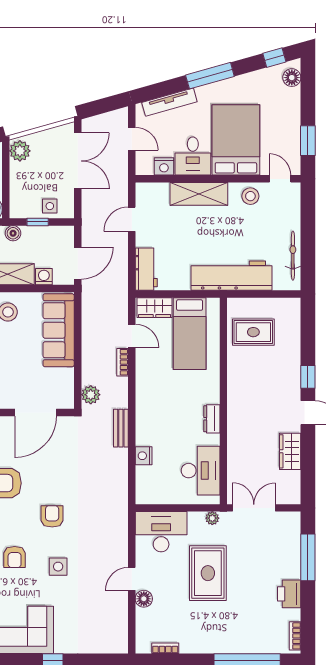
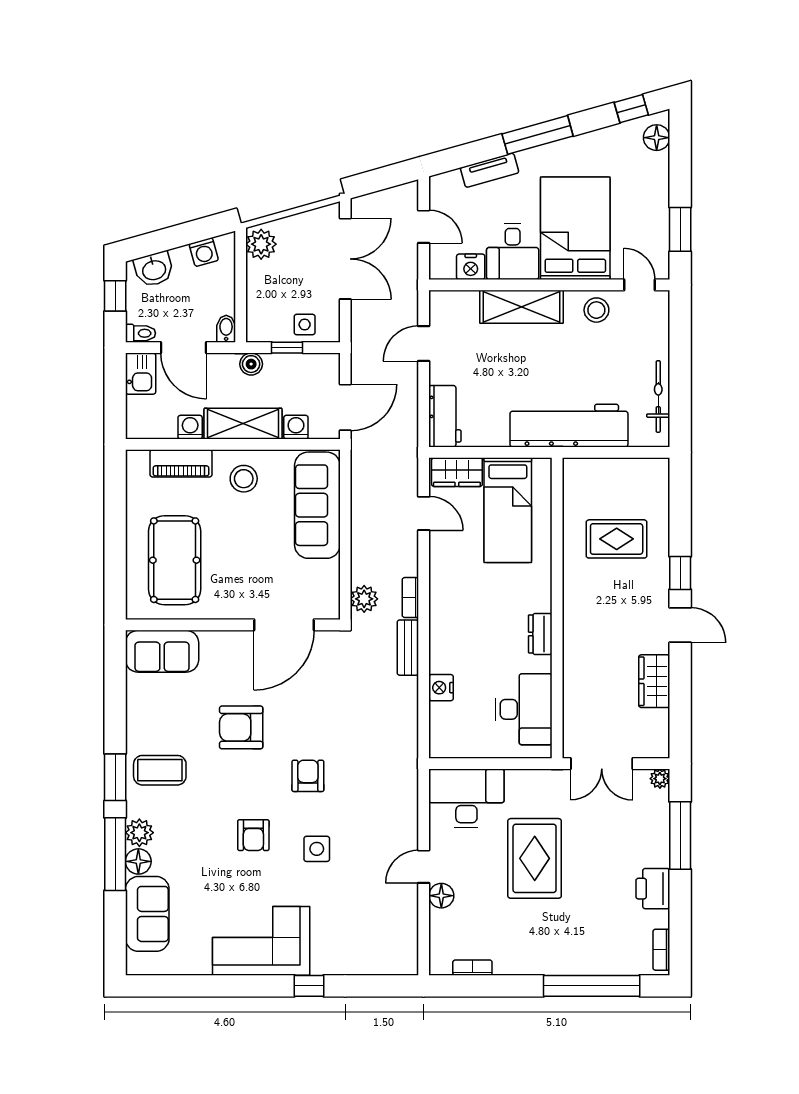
tv unit: (169, 102) -> (490, 170), width x0.71
rug: (253, 332) -> (617, 539), moved
bookcase: (123, 362) -> (410, 598), moved
double door: (254, 508) -> (602, 764), swing flipped
plant: (212, 518) -> (660, 779), moved

